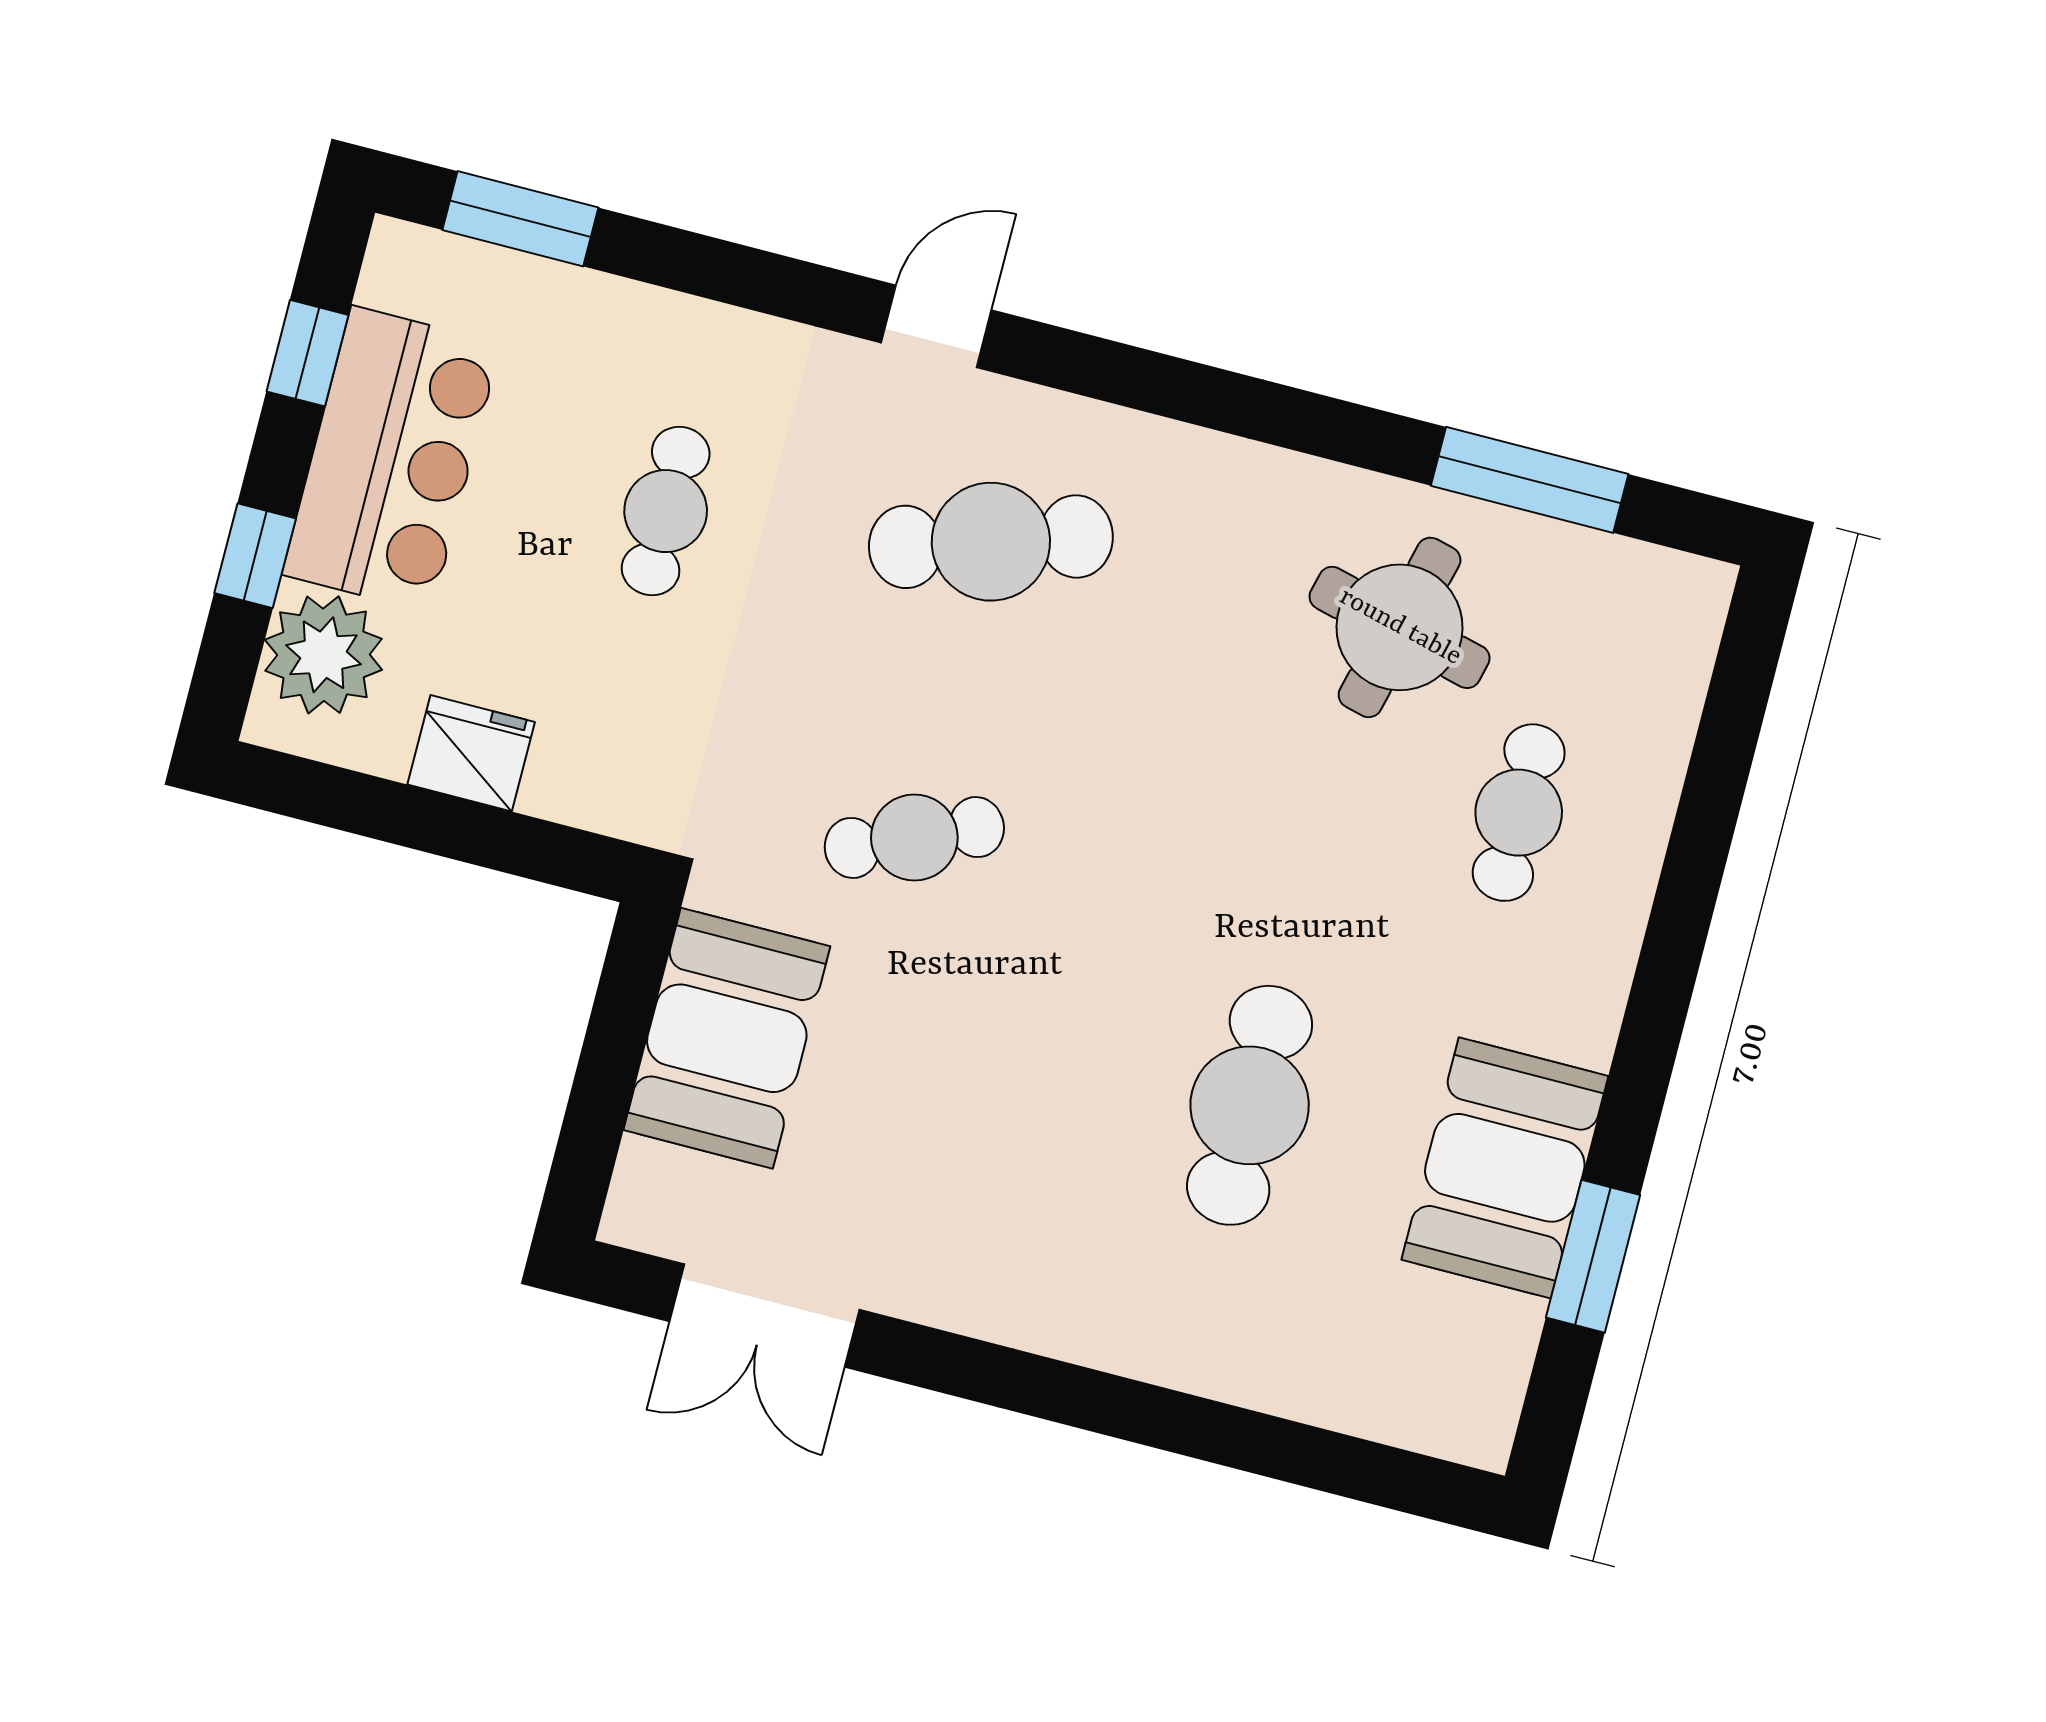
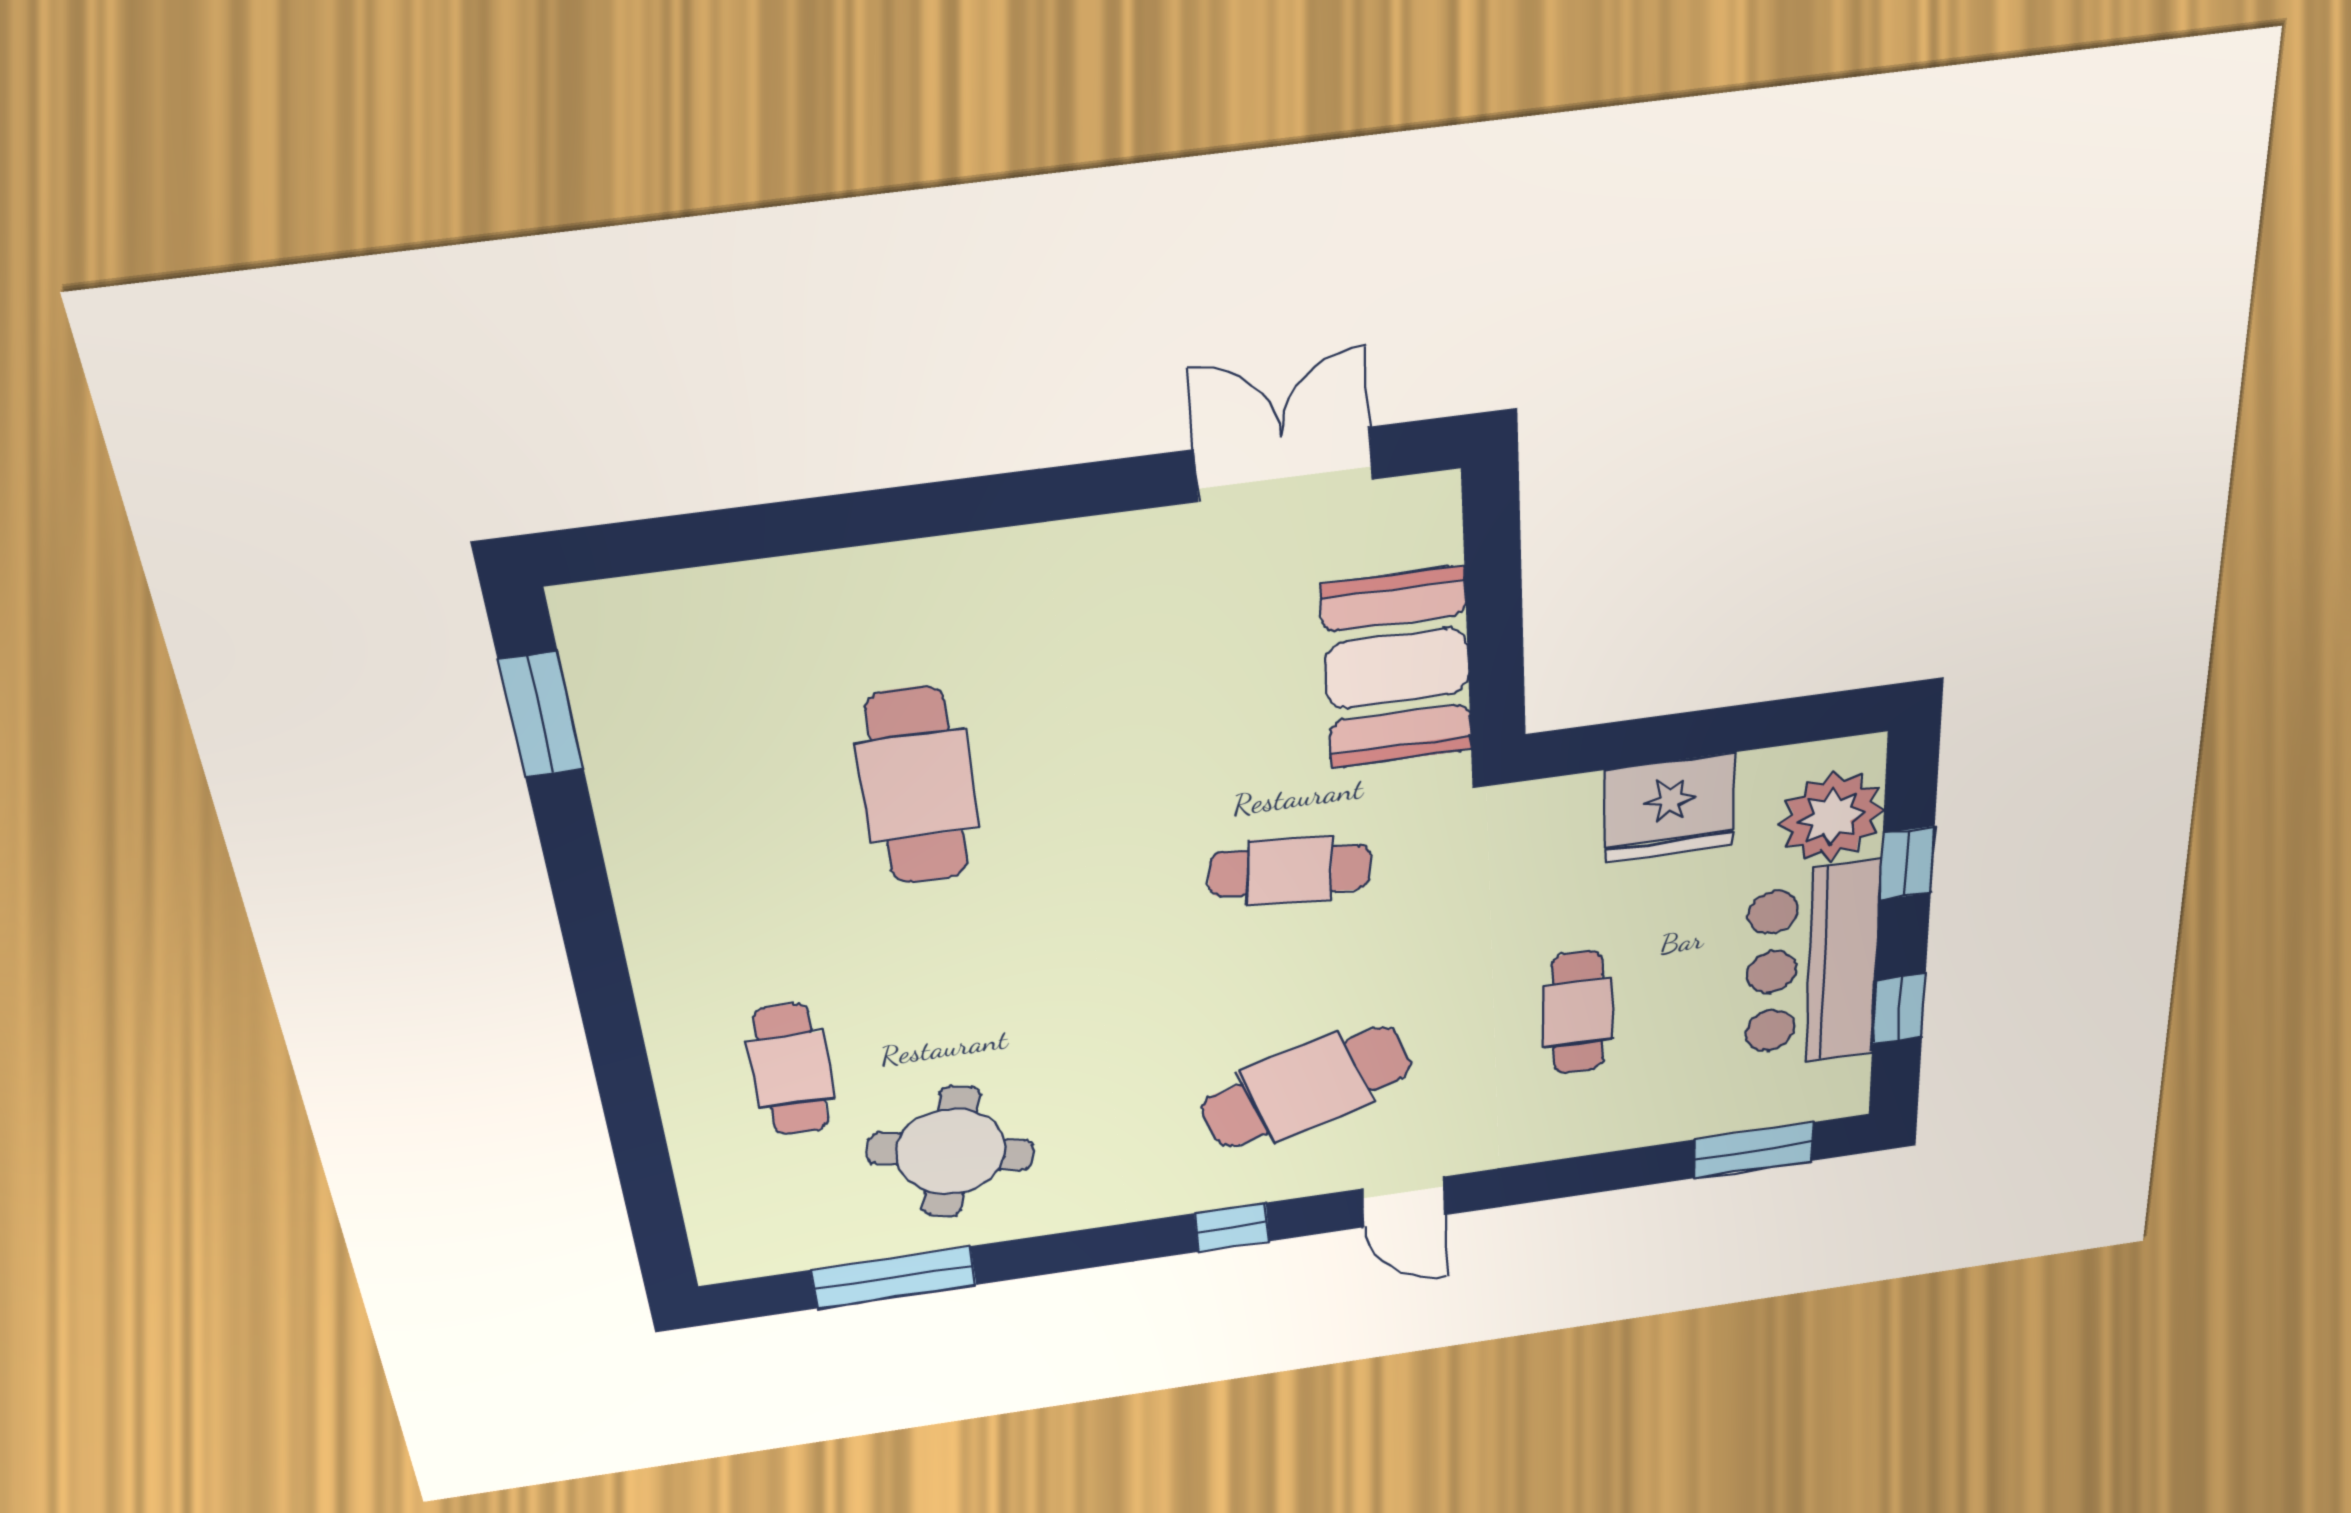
door: (936, 326) -> (1404, 1202), hinge flipped
window: (1138, 379) -> (1232, 1227), added
fridge: (471, 753) -> (1670, 808), width x1.36, depth x1.34
cafe table: (914, 837) -> (1290, 871), turned 30
booth: (1505, 1168) -> (671, 822), removed
window: (1593, 1256) -> (541, 715), moved

